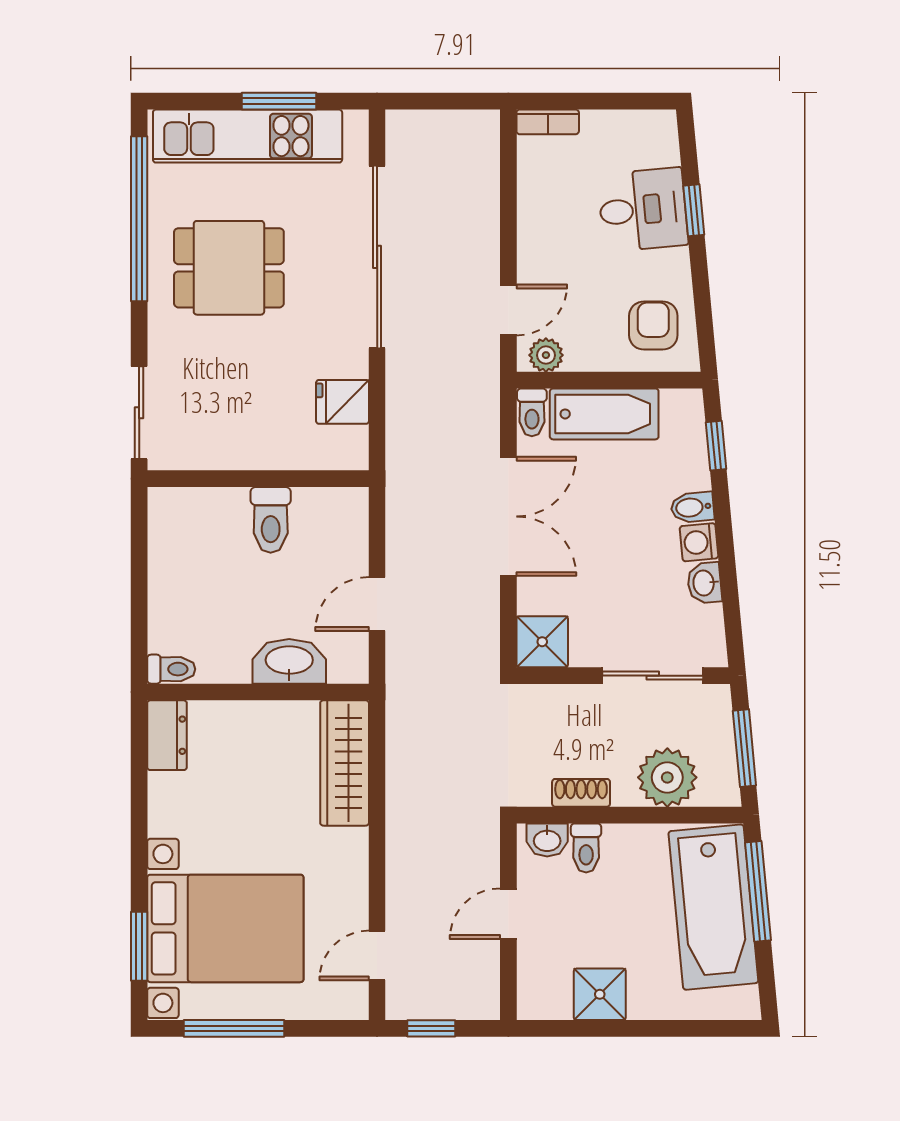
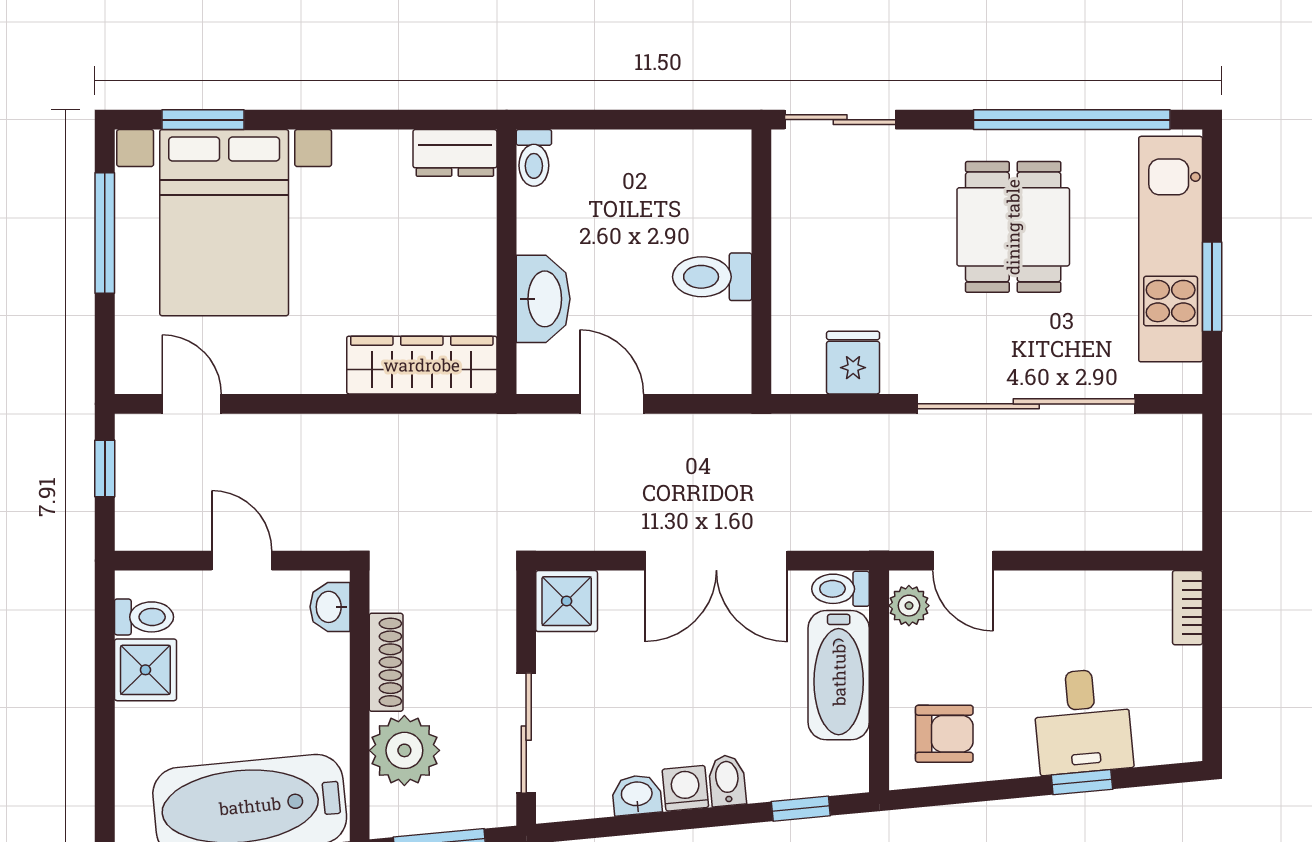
shoe rack: (581, 793) -> (386, 662), width x1.43
toilet: (586, 848) -> (144, 617), moved, turned 180

